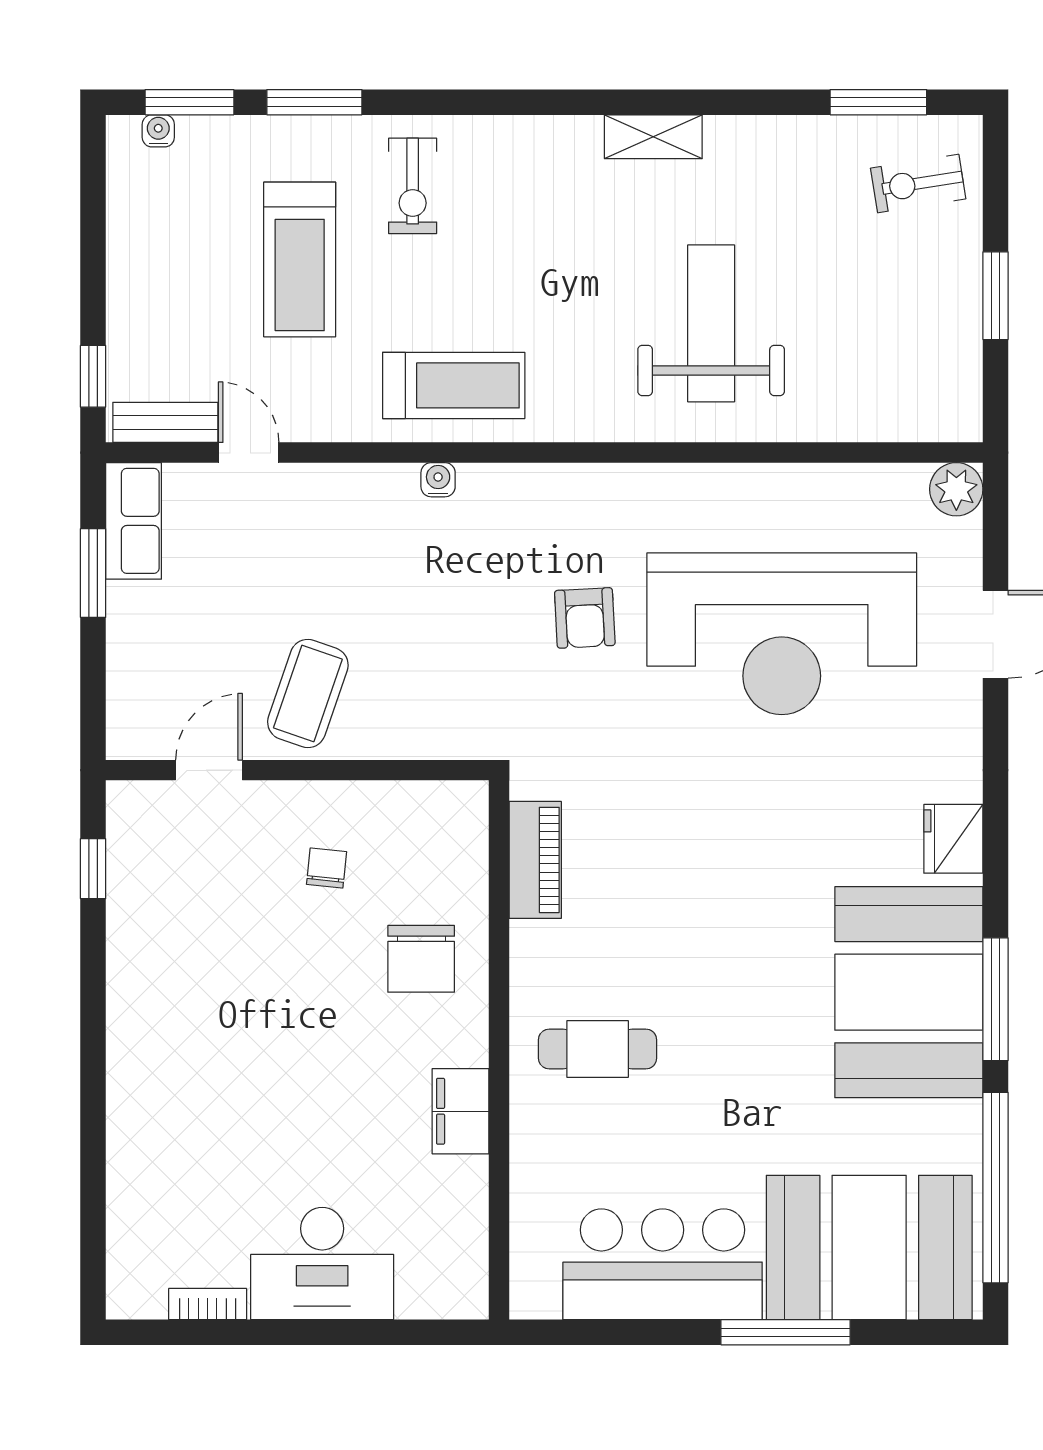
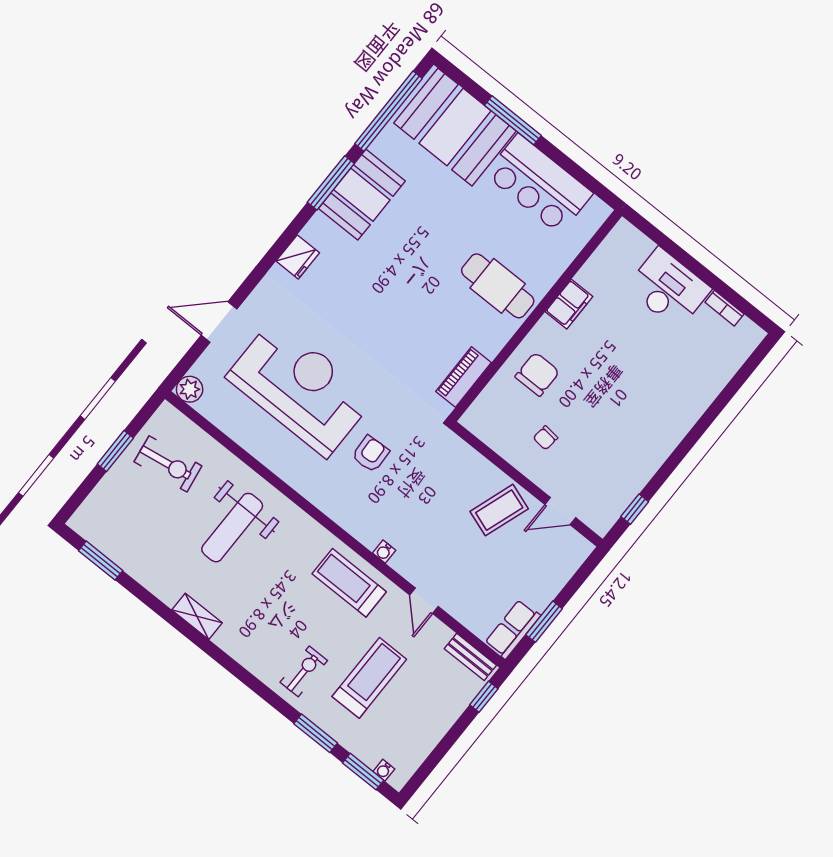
exercise bike: (918, 183) -> (168, 464), moved, width x1.38, depth x1.39
door: (249, 453) -> (424, 601), moved
booth: (909, 992) -> (362, 195), width x0.73, depth x0.70
cafe table: (598, 1049) -> (498, 286), width x1.37, depth x1.35

